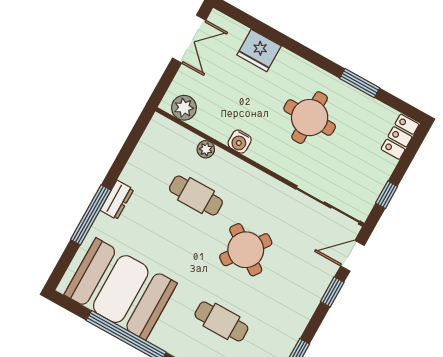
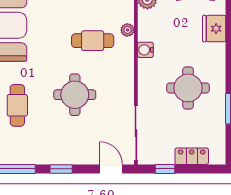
locker: (400, 137) -> (192, 156), moved
cafe table: (196, 195) -> (93, 41), turned 90
round table: (246, 250) -> (75, 95), turned -36
window: (332, 292) -> (61, 169), moved

